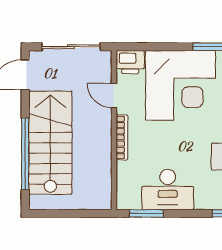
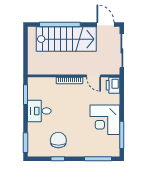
corner desk: (181, 85) -> (105, 120), width x0.74, depth x0.74
door: (114, 96) -> (94, 76), swing flipped
desk: (168, 189) -> (39, 111), width x0.73

